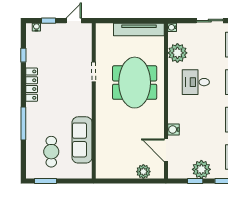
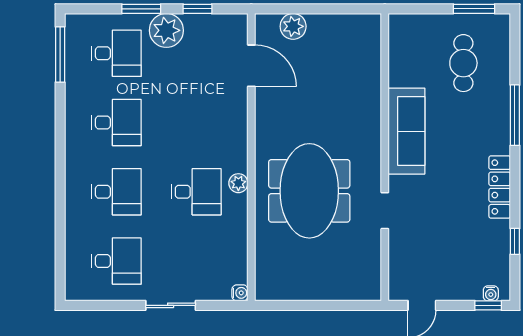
window: (49, 21) -> (488, 305), moved
tv unit: (139, 30) -> (301, 289), removed
plant: (177, 53) -> (238, 183), moved, width x0.53, depth x0.53
water cooler: (173, 129) -> (237, 104), removed
sofa: (82, 140) -> (406, 131), moved
plant: (201, 169) -> (166, 30), moved

